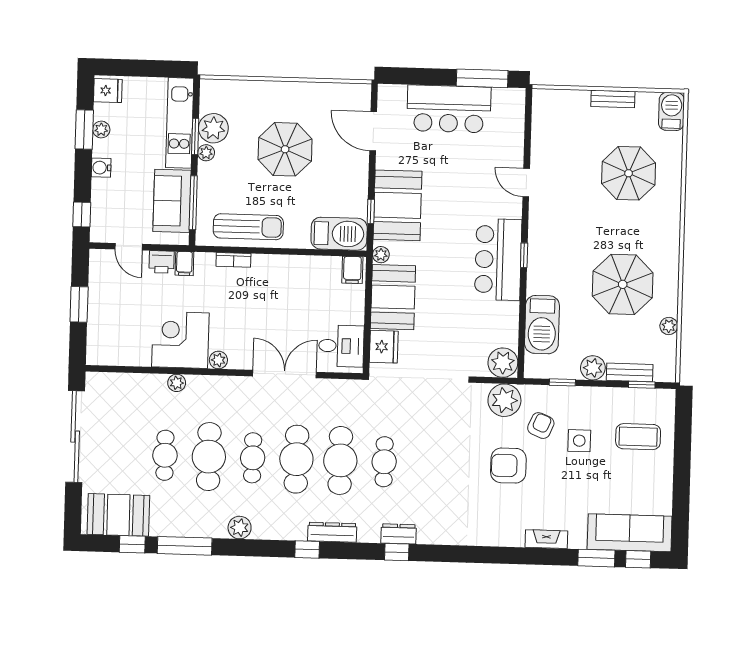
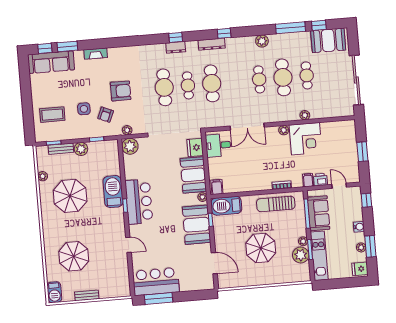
bar counter: (449, 109) -> (156, 282), moved
barbecue: (542, 325) -> (113, 192), moved
plant: (504, 400) -> (127, 130), width x0.53, depth x0.53
cafe table: (296, 459) -> (164, 87), moved

